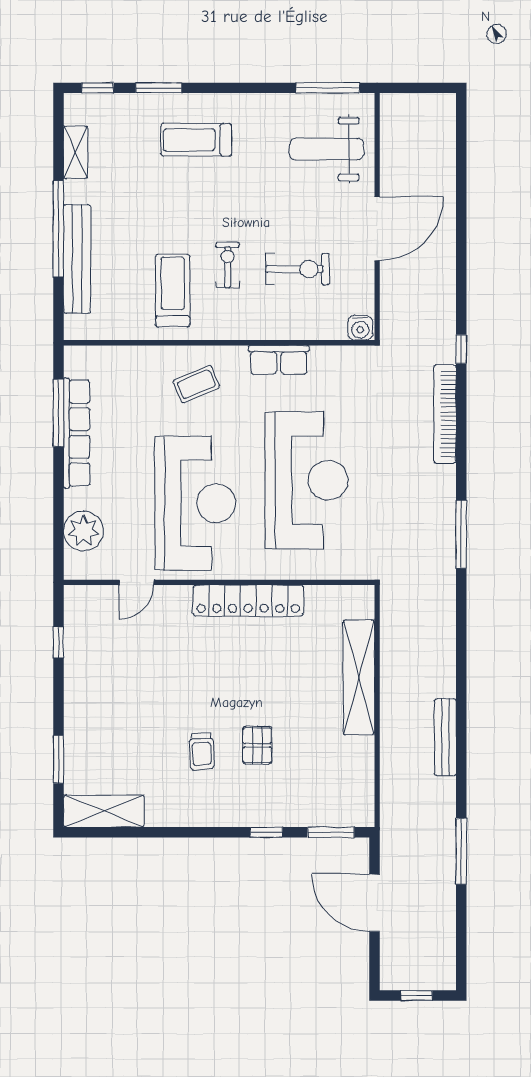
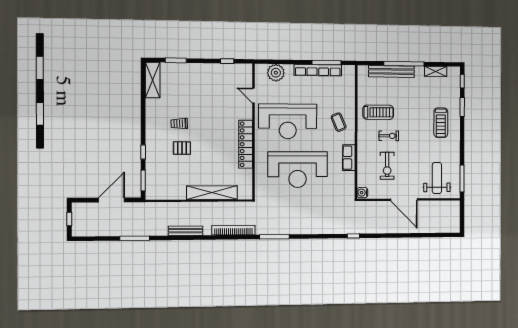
treadmill: (196, 140) -> (441, 123), turned 180
bookcase: (445, 414) -> (234, 230), moved

